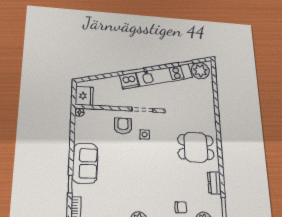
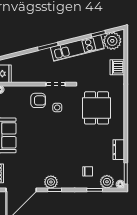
dishwasher: (129, 81) -> (117, 67), moved, turned 104
armchair: (123, 126) -> (38, 100), turned 90
dining table: (196, 147) -> (97, 108), moved, turned 90

